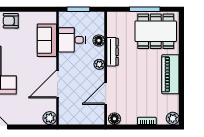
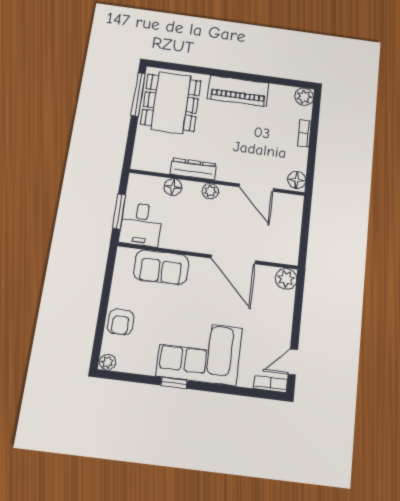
window: (145, 9) -> (138, 94), moved
desk: (72, 40) -> (141, 224), moved

